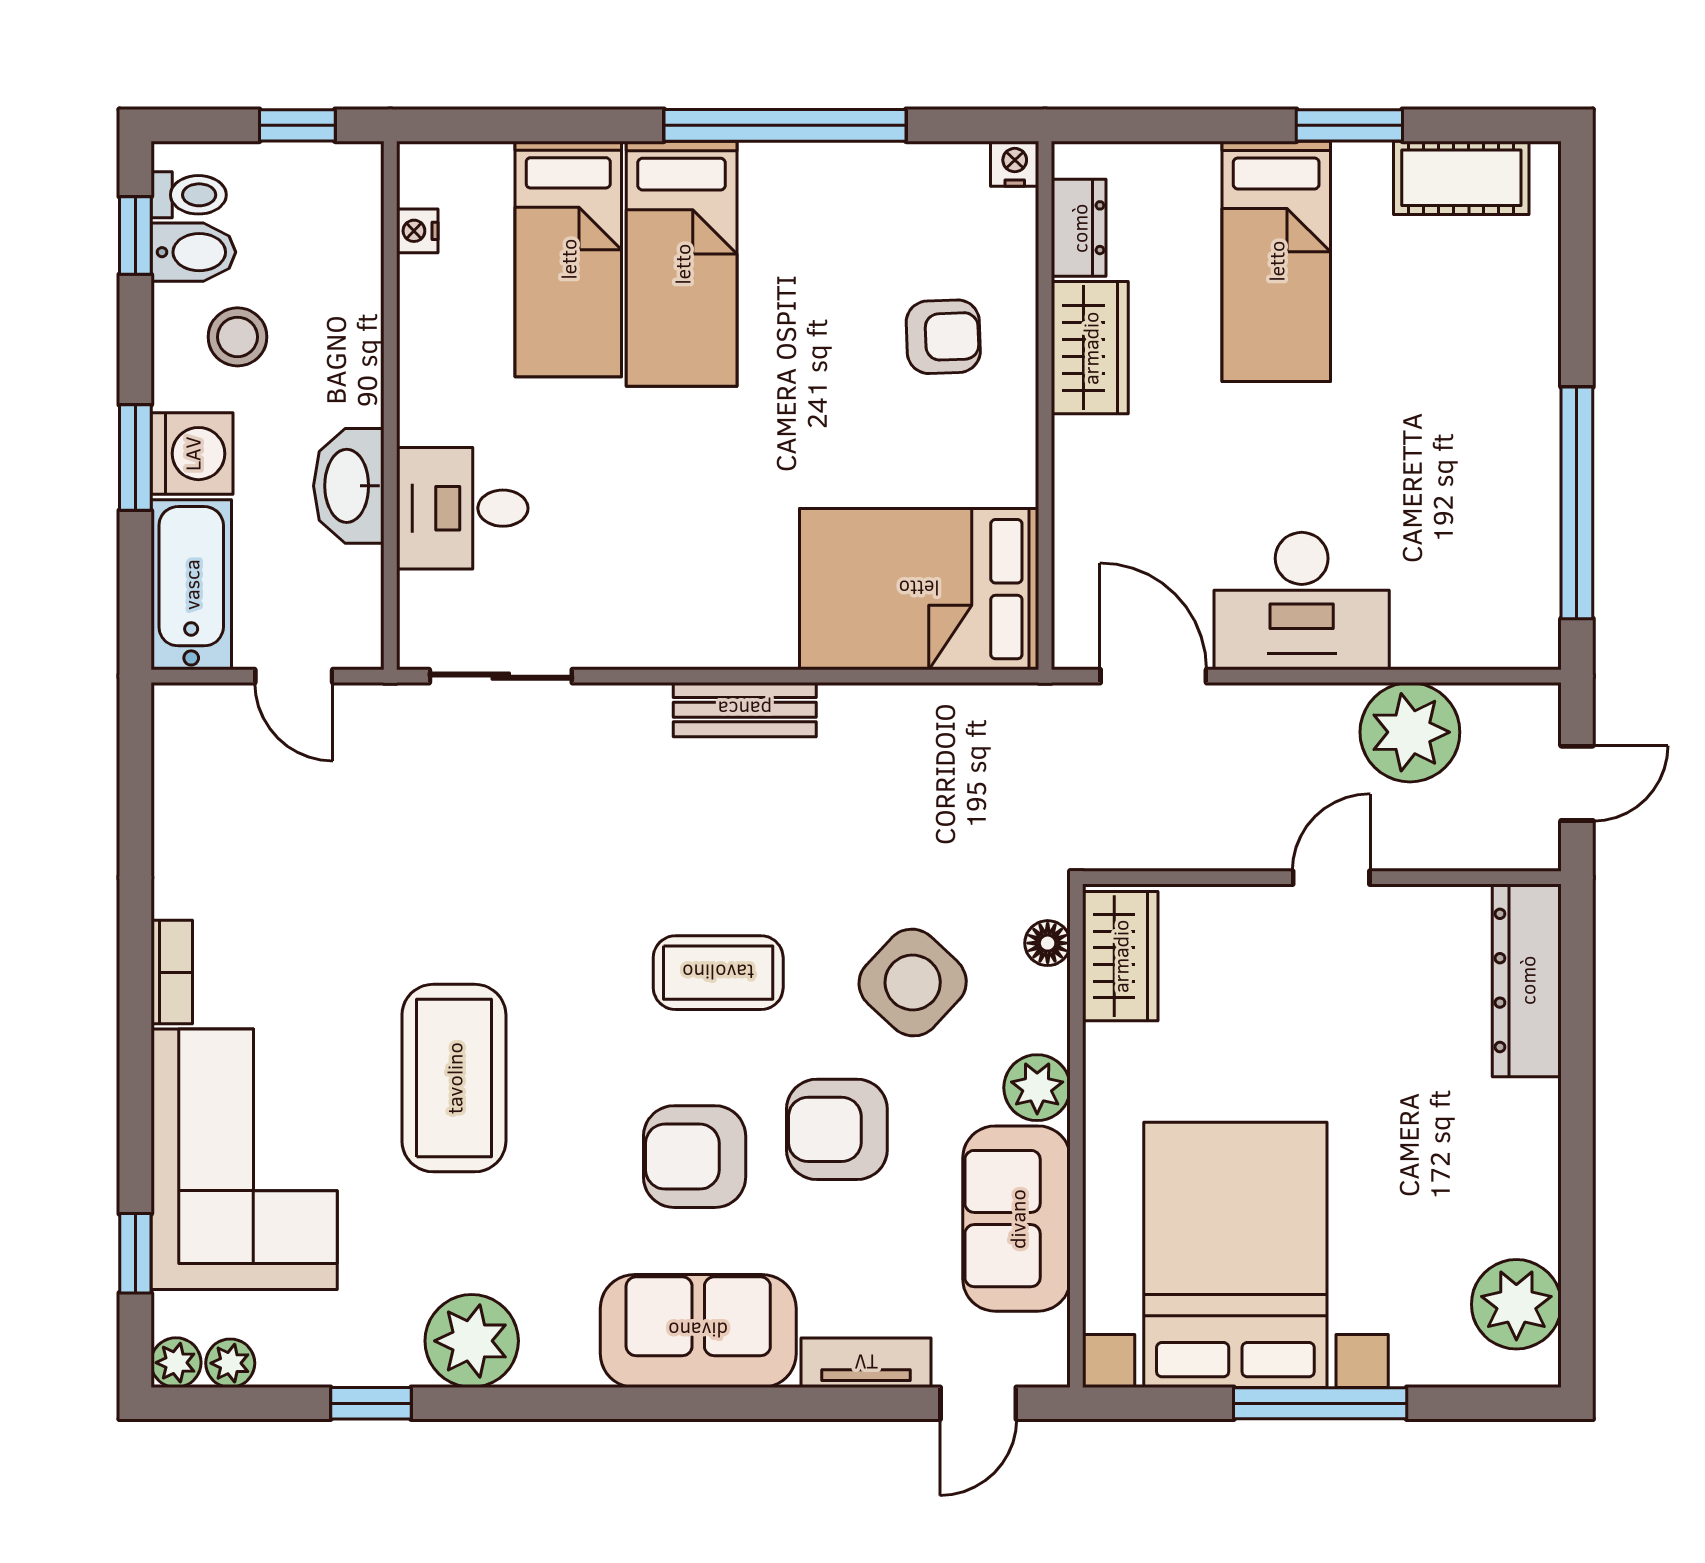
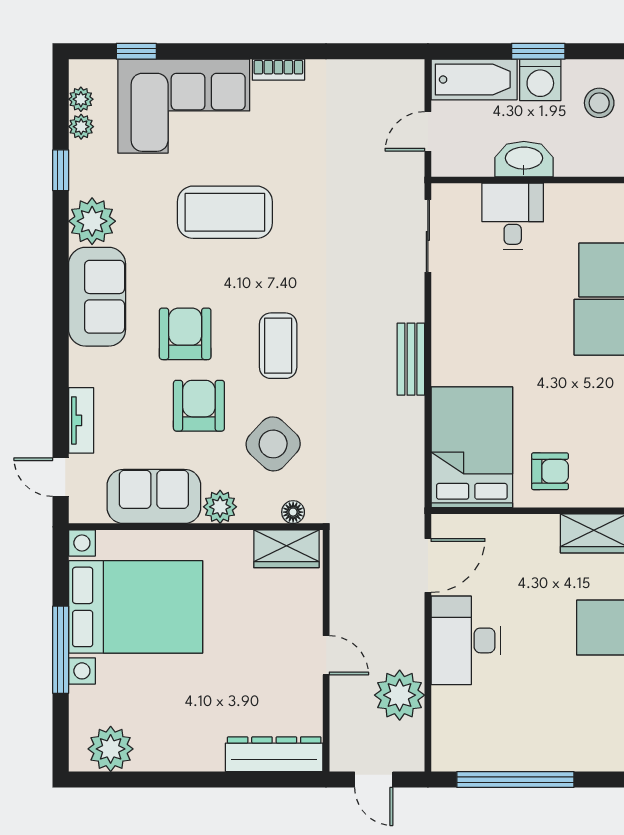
armchair: (943, 337) -> (550, 471), moved, turned -88
sofa: (698, 1331) -> (97, 297), moved
plant: (176, 1363) -> (81, 127), moved

